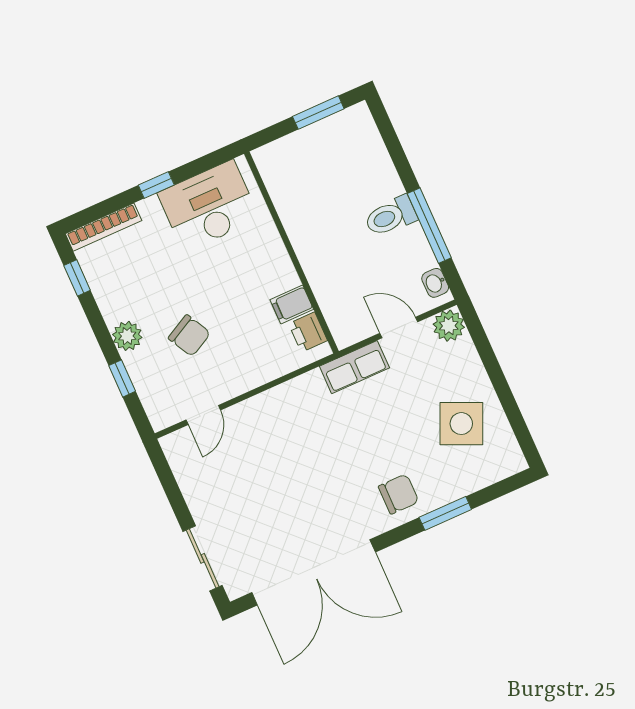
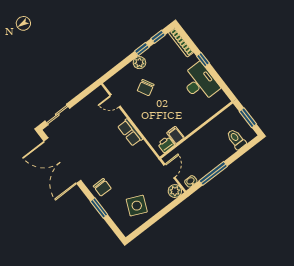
toilet: (391, 216) -> (236, 139), moved
wall: (291, 252) -> (196, 130), moved
filing cabinet: (292, 304) -> (175, 135), moved
printer: (308, 332) -> (166, 144), moved
row of seats: (354, 367) -> (130, 132), moved
window: (122, 378) -> (142, 49), moved

